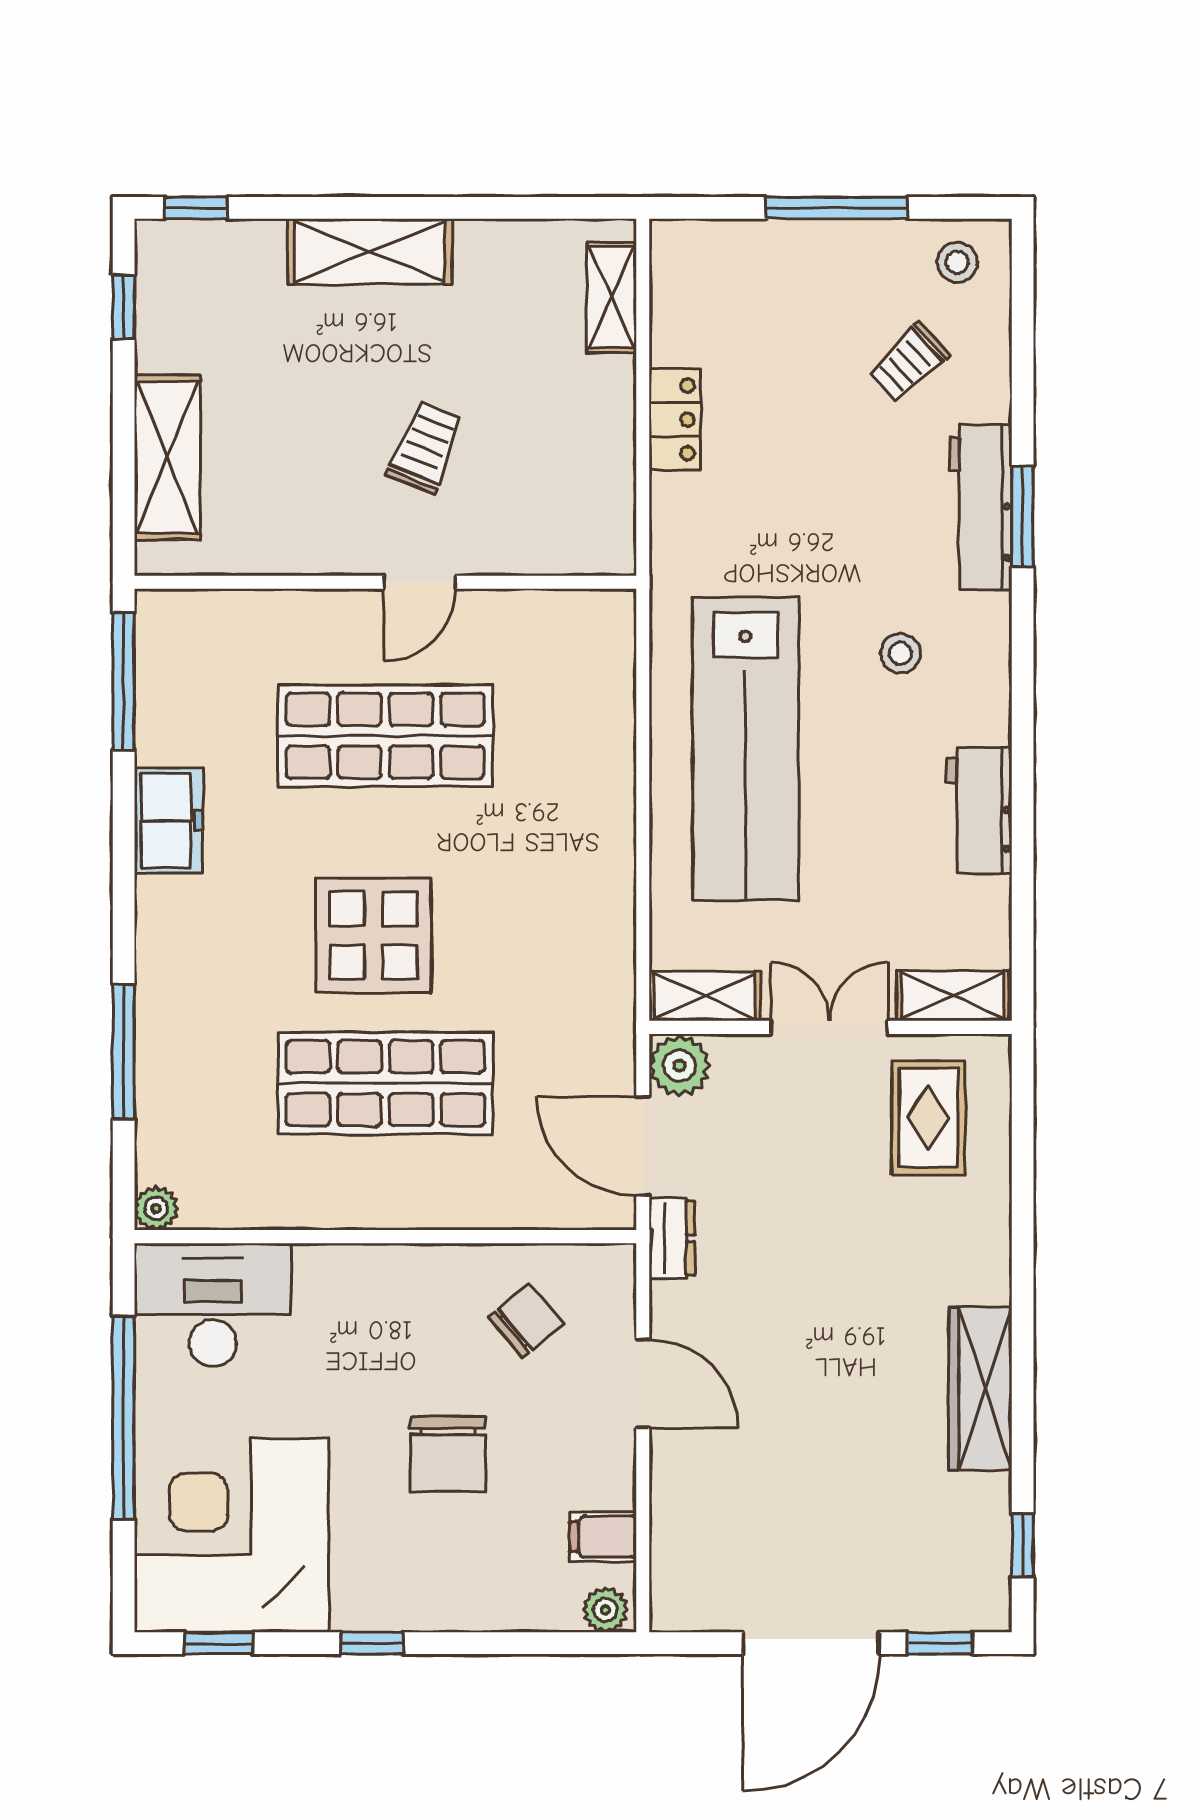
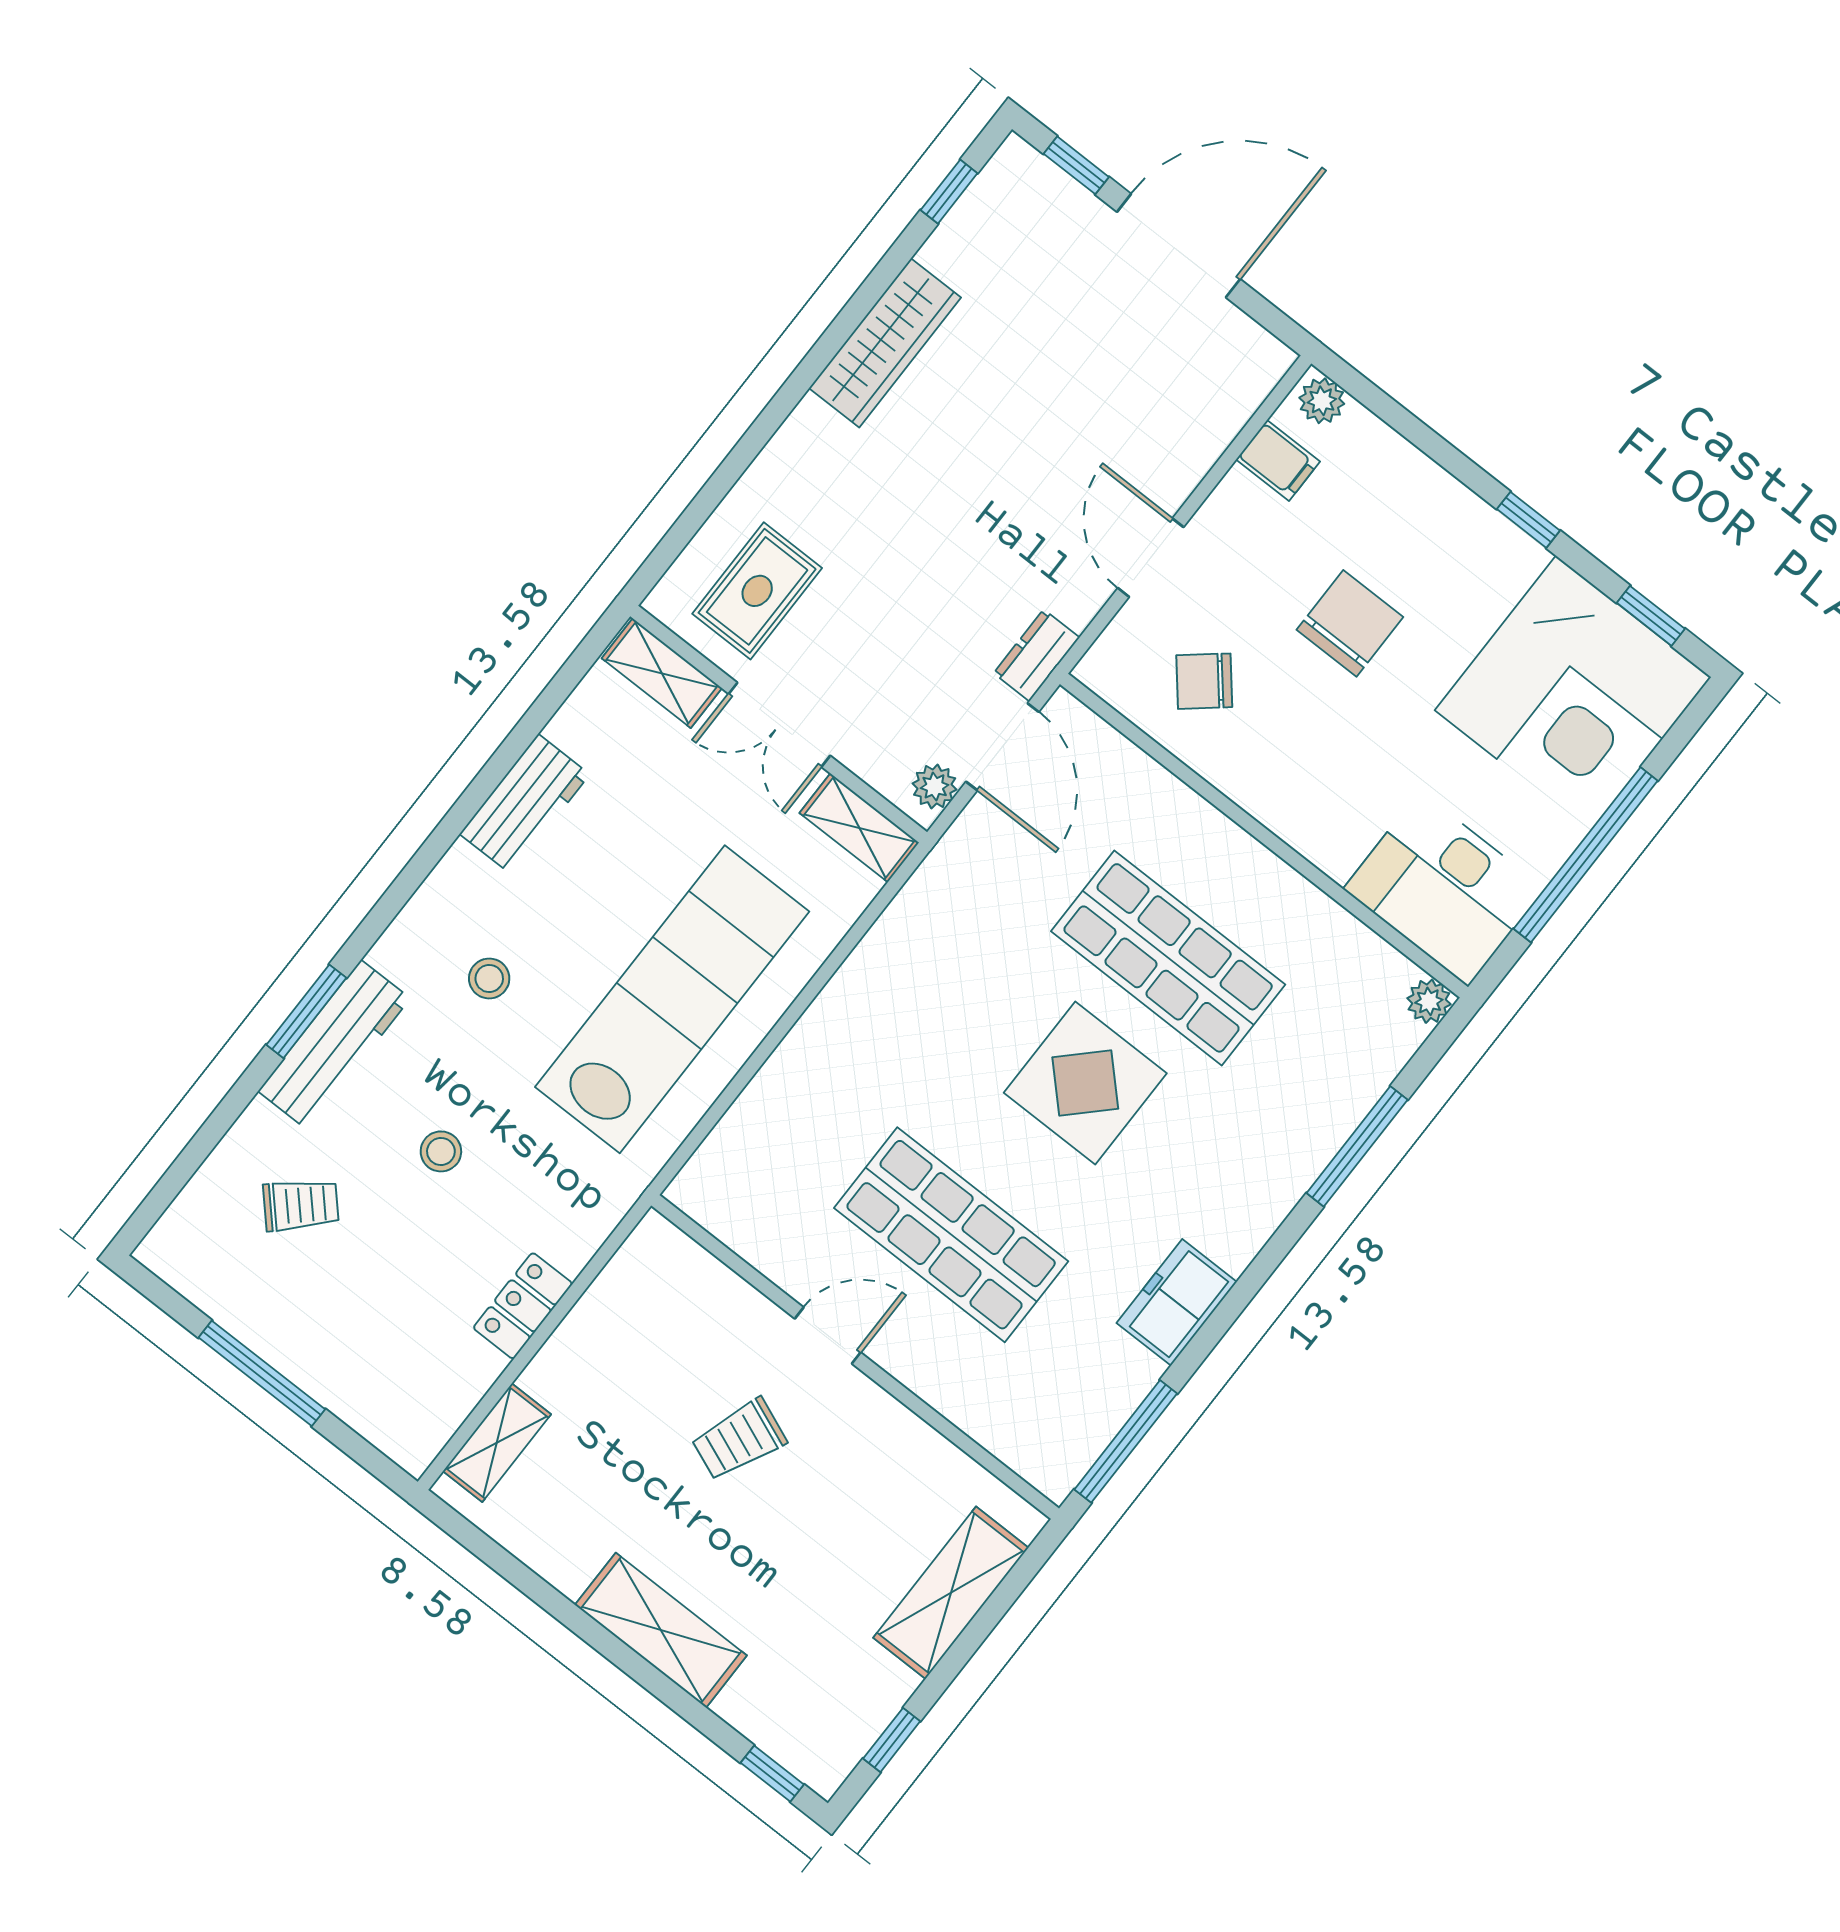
stool: (957, 262) -> (441, 1151), moved
plant: (680, 1066) -> (935, 786), width x0.73, depth x0.73

